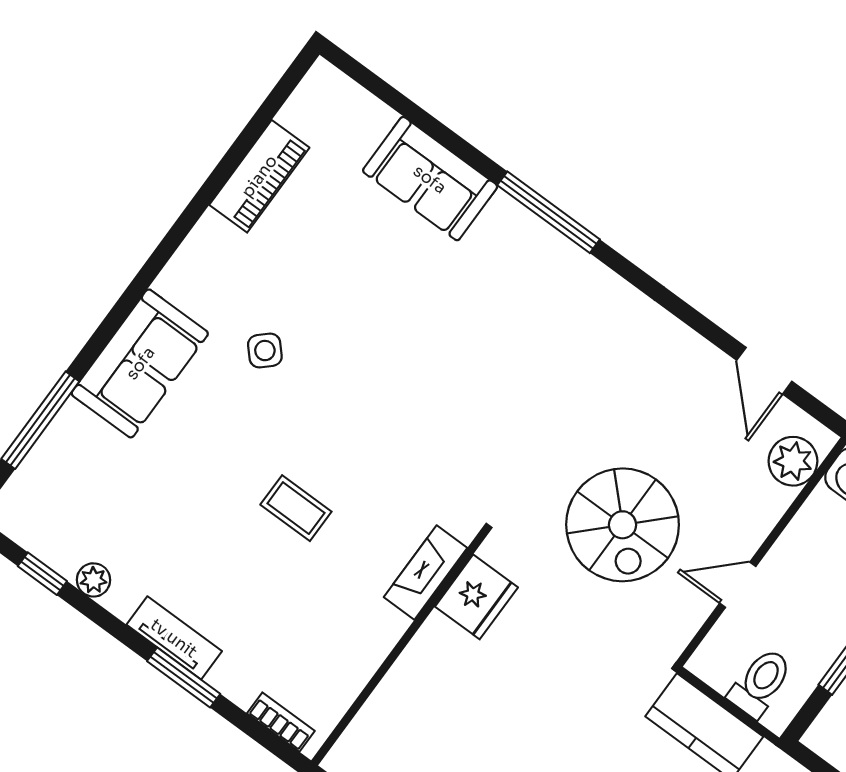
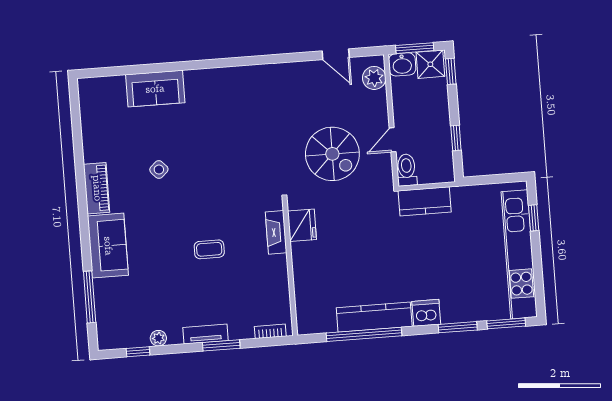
piano: (259, 176) -> (97, 188), moved
window: (549, 212) -> (209, 64), removed
side table: (265, 351) -> (159, 170), moved
toilet: (761, 683) -> (407, 170), moved

